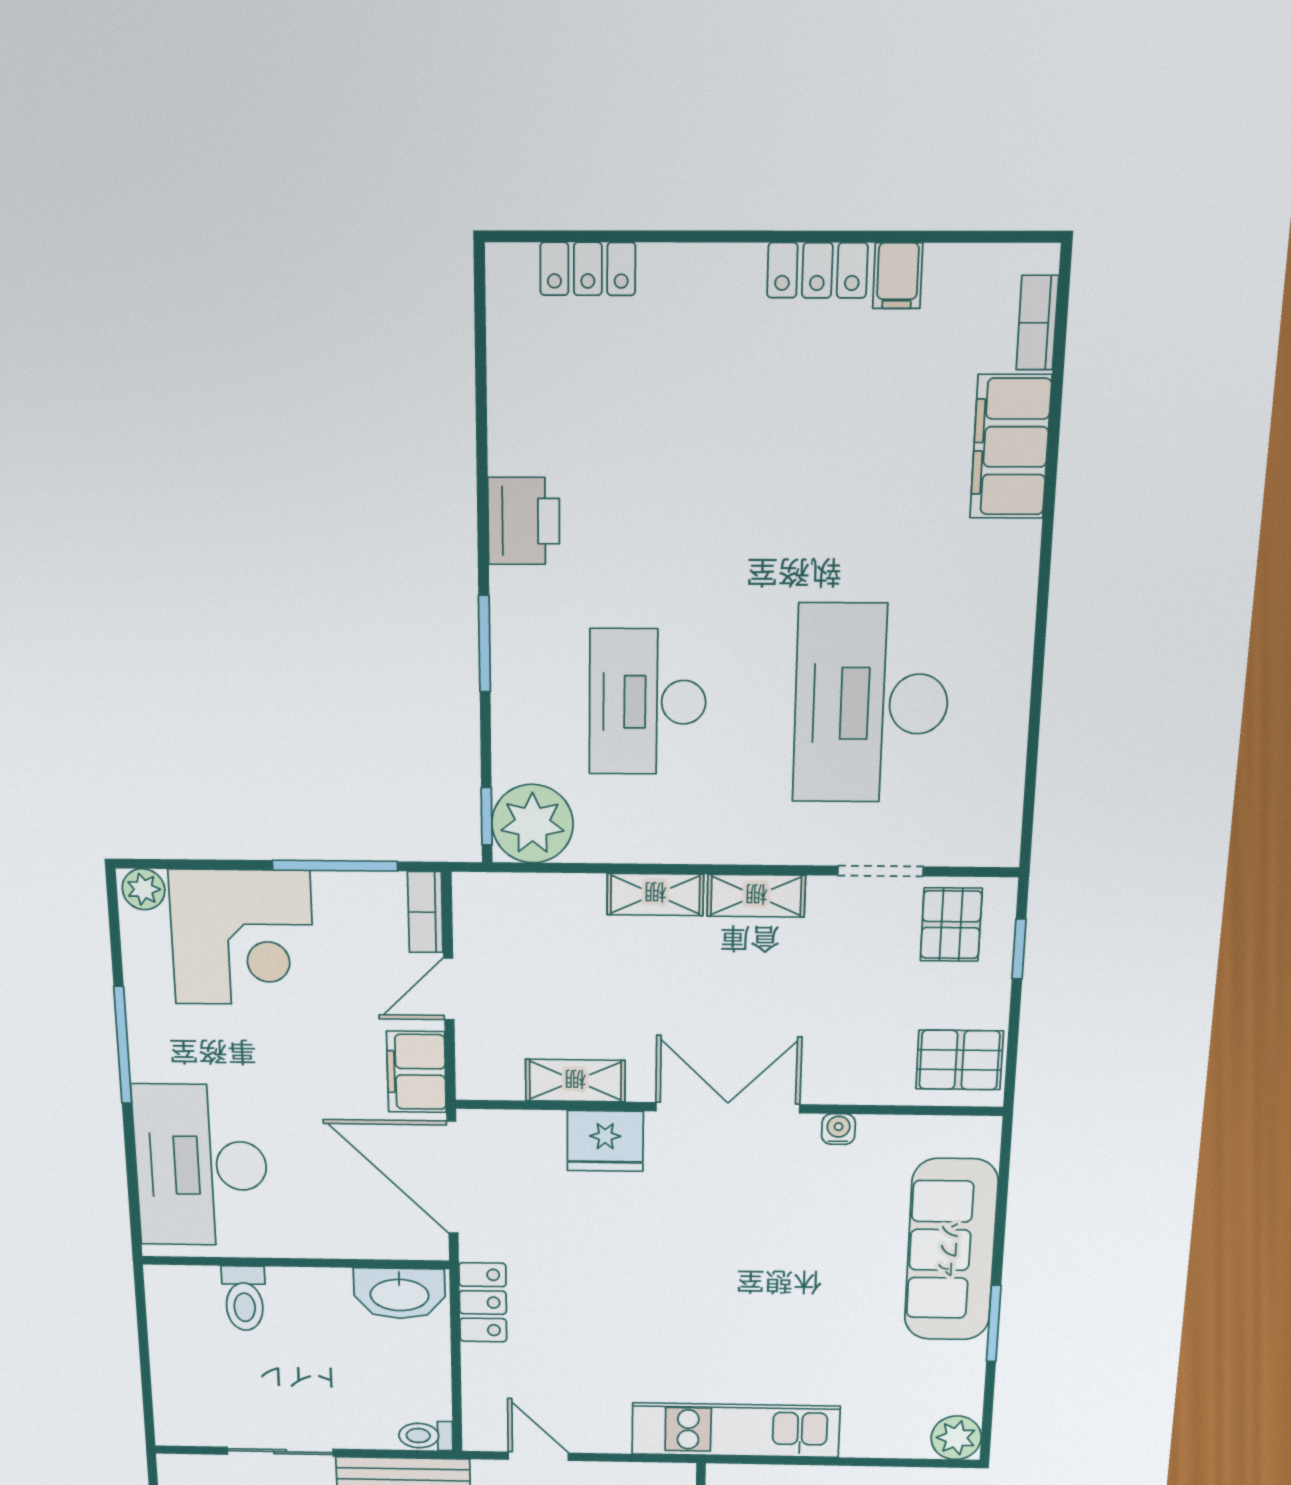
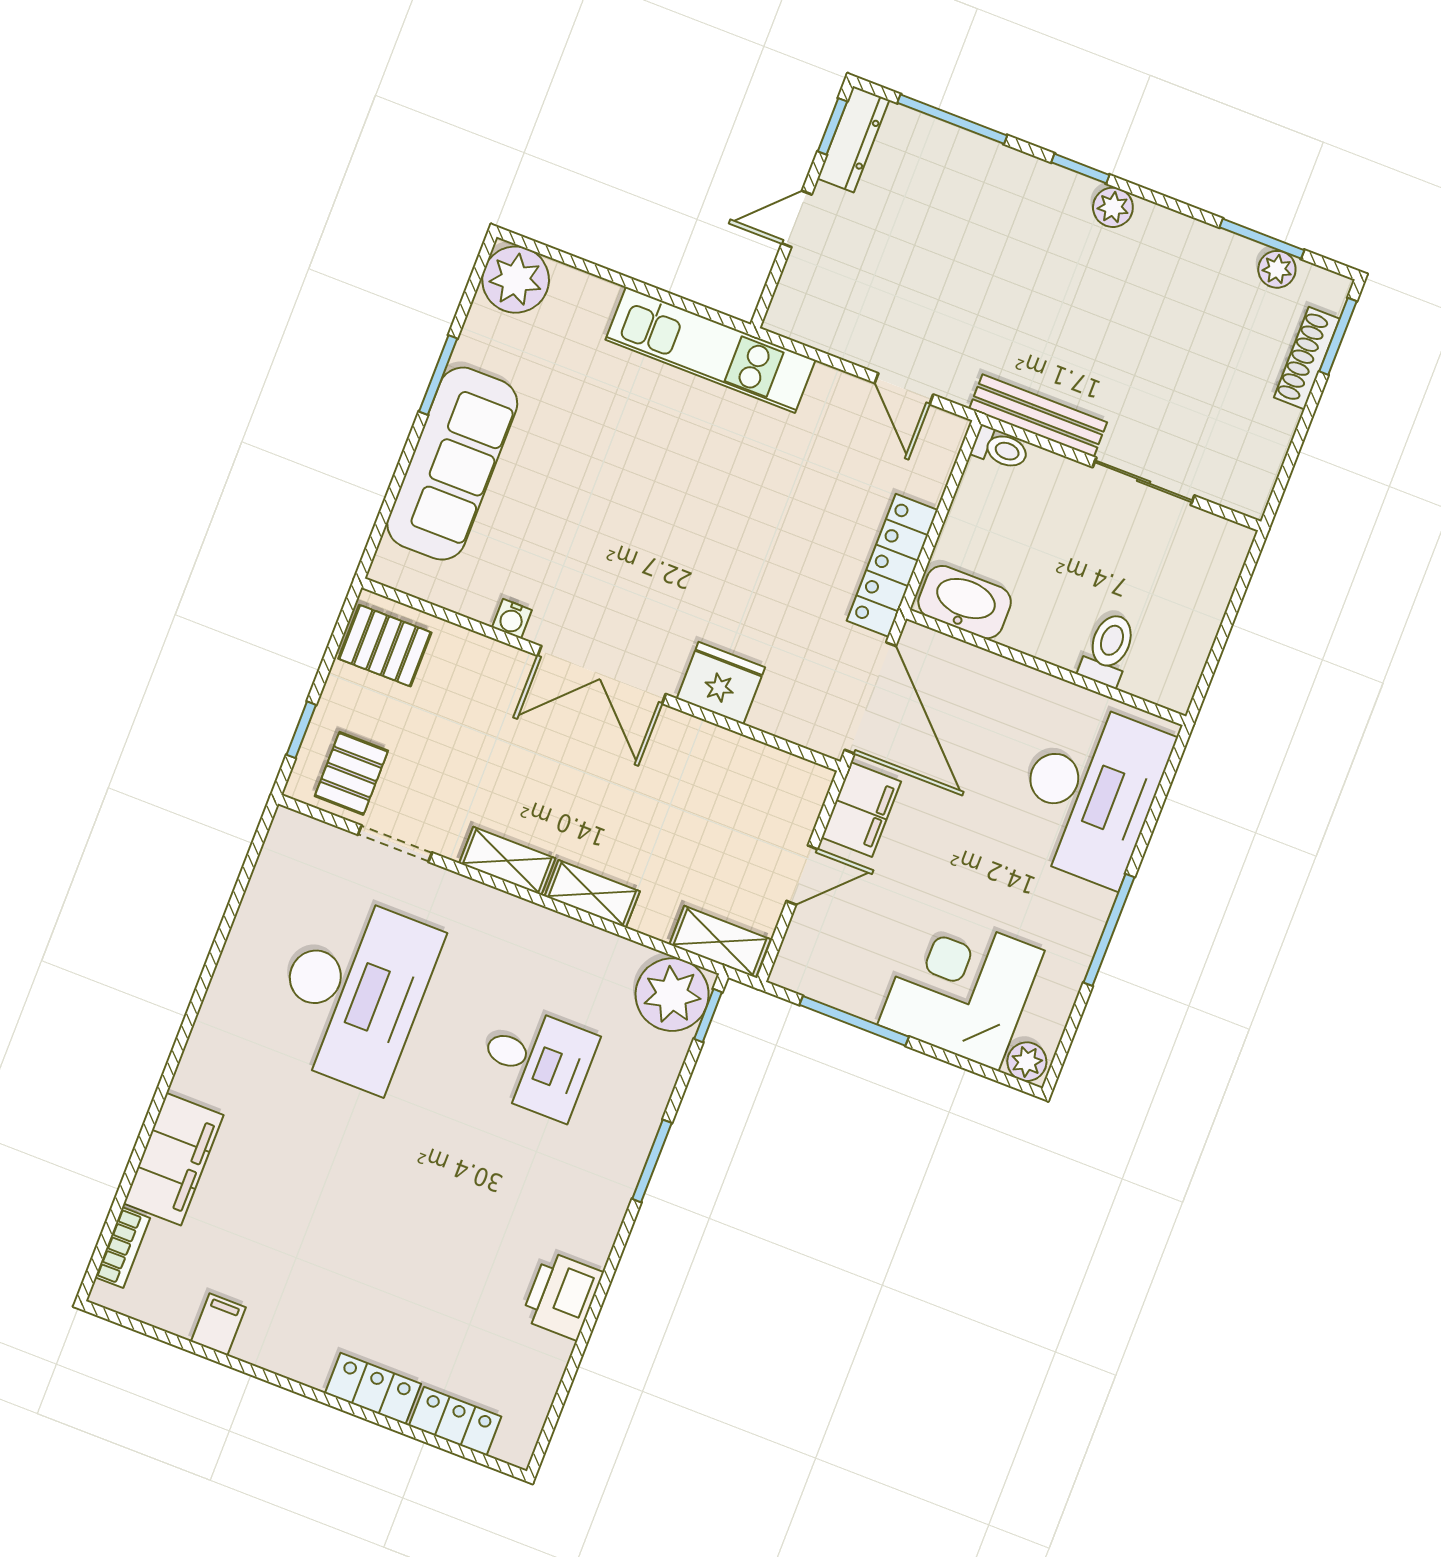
locker: (817, 270) -> (373, 1389), moved
printer: (524, 521) -> (562, 1296), moved
desk: (648, 702) -> (537, 1062), width x0.73
bookcase: (425, 912) -> (794, 951), removed
shelving: (575, 1081) -> (720, 942), moved
locker: (483, 1302) -> (892, 565), width x1.53
plant: (956, 1438) -> (516, 280), width x1.36, depth x1.36

